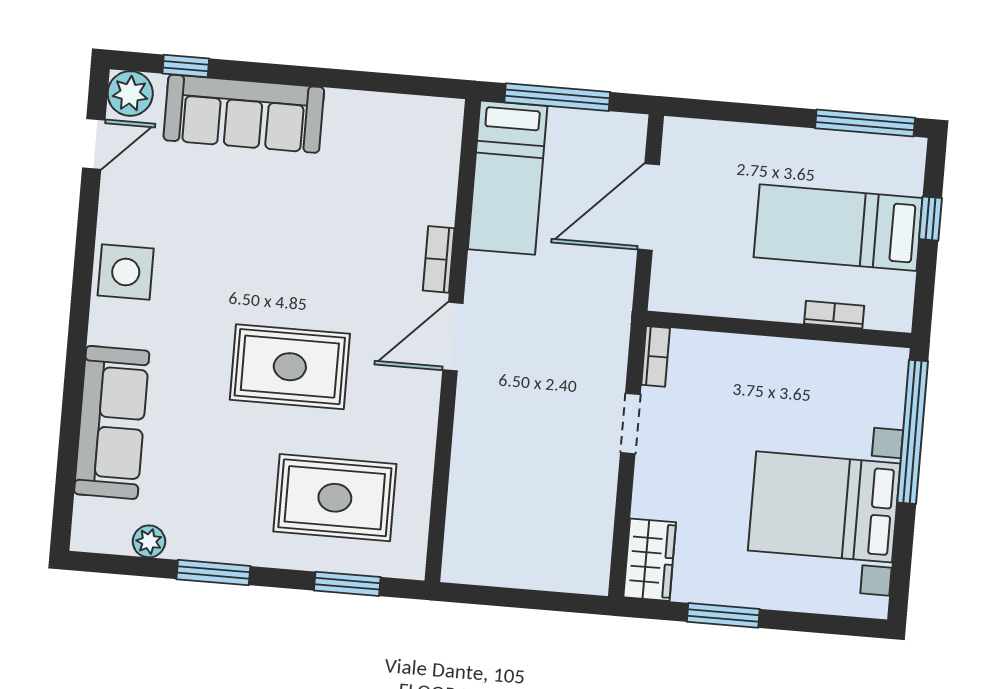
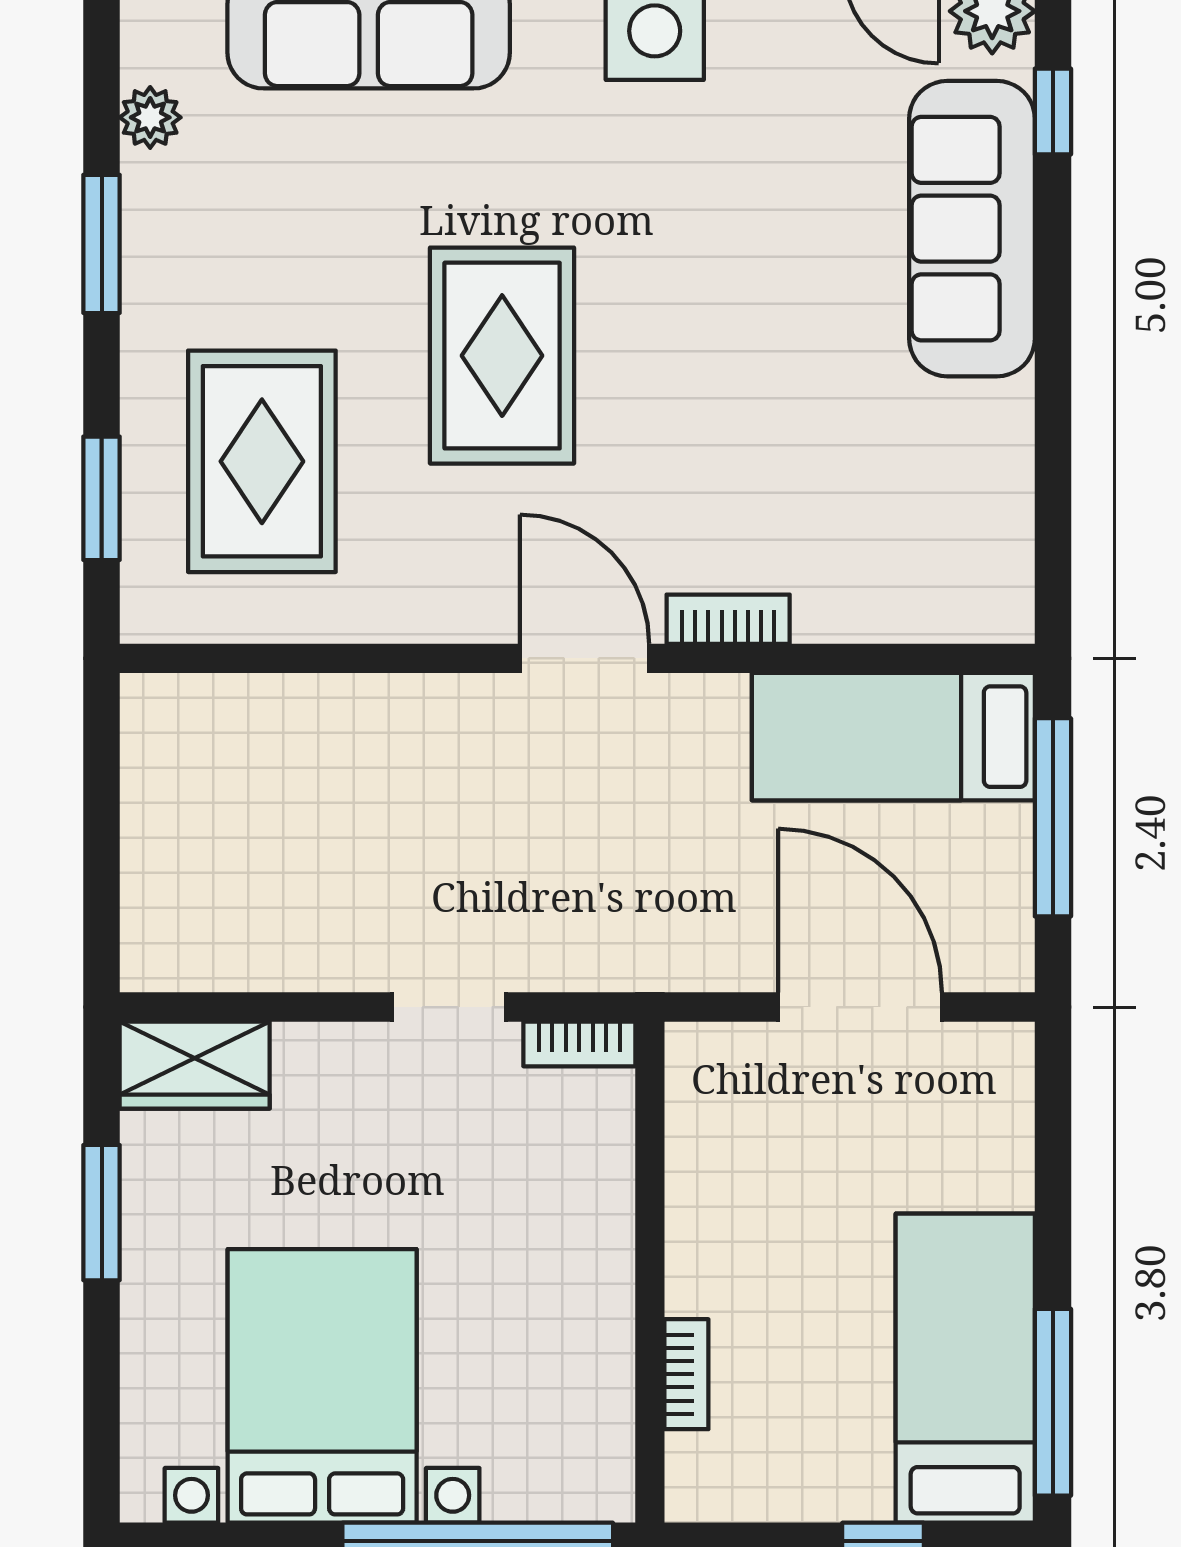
bed: (838, 228) -> (965, 1368), moved

